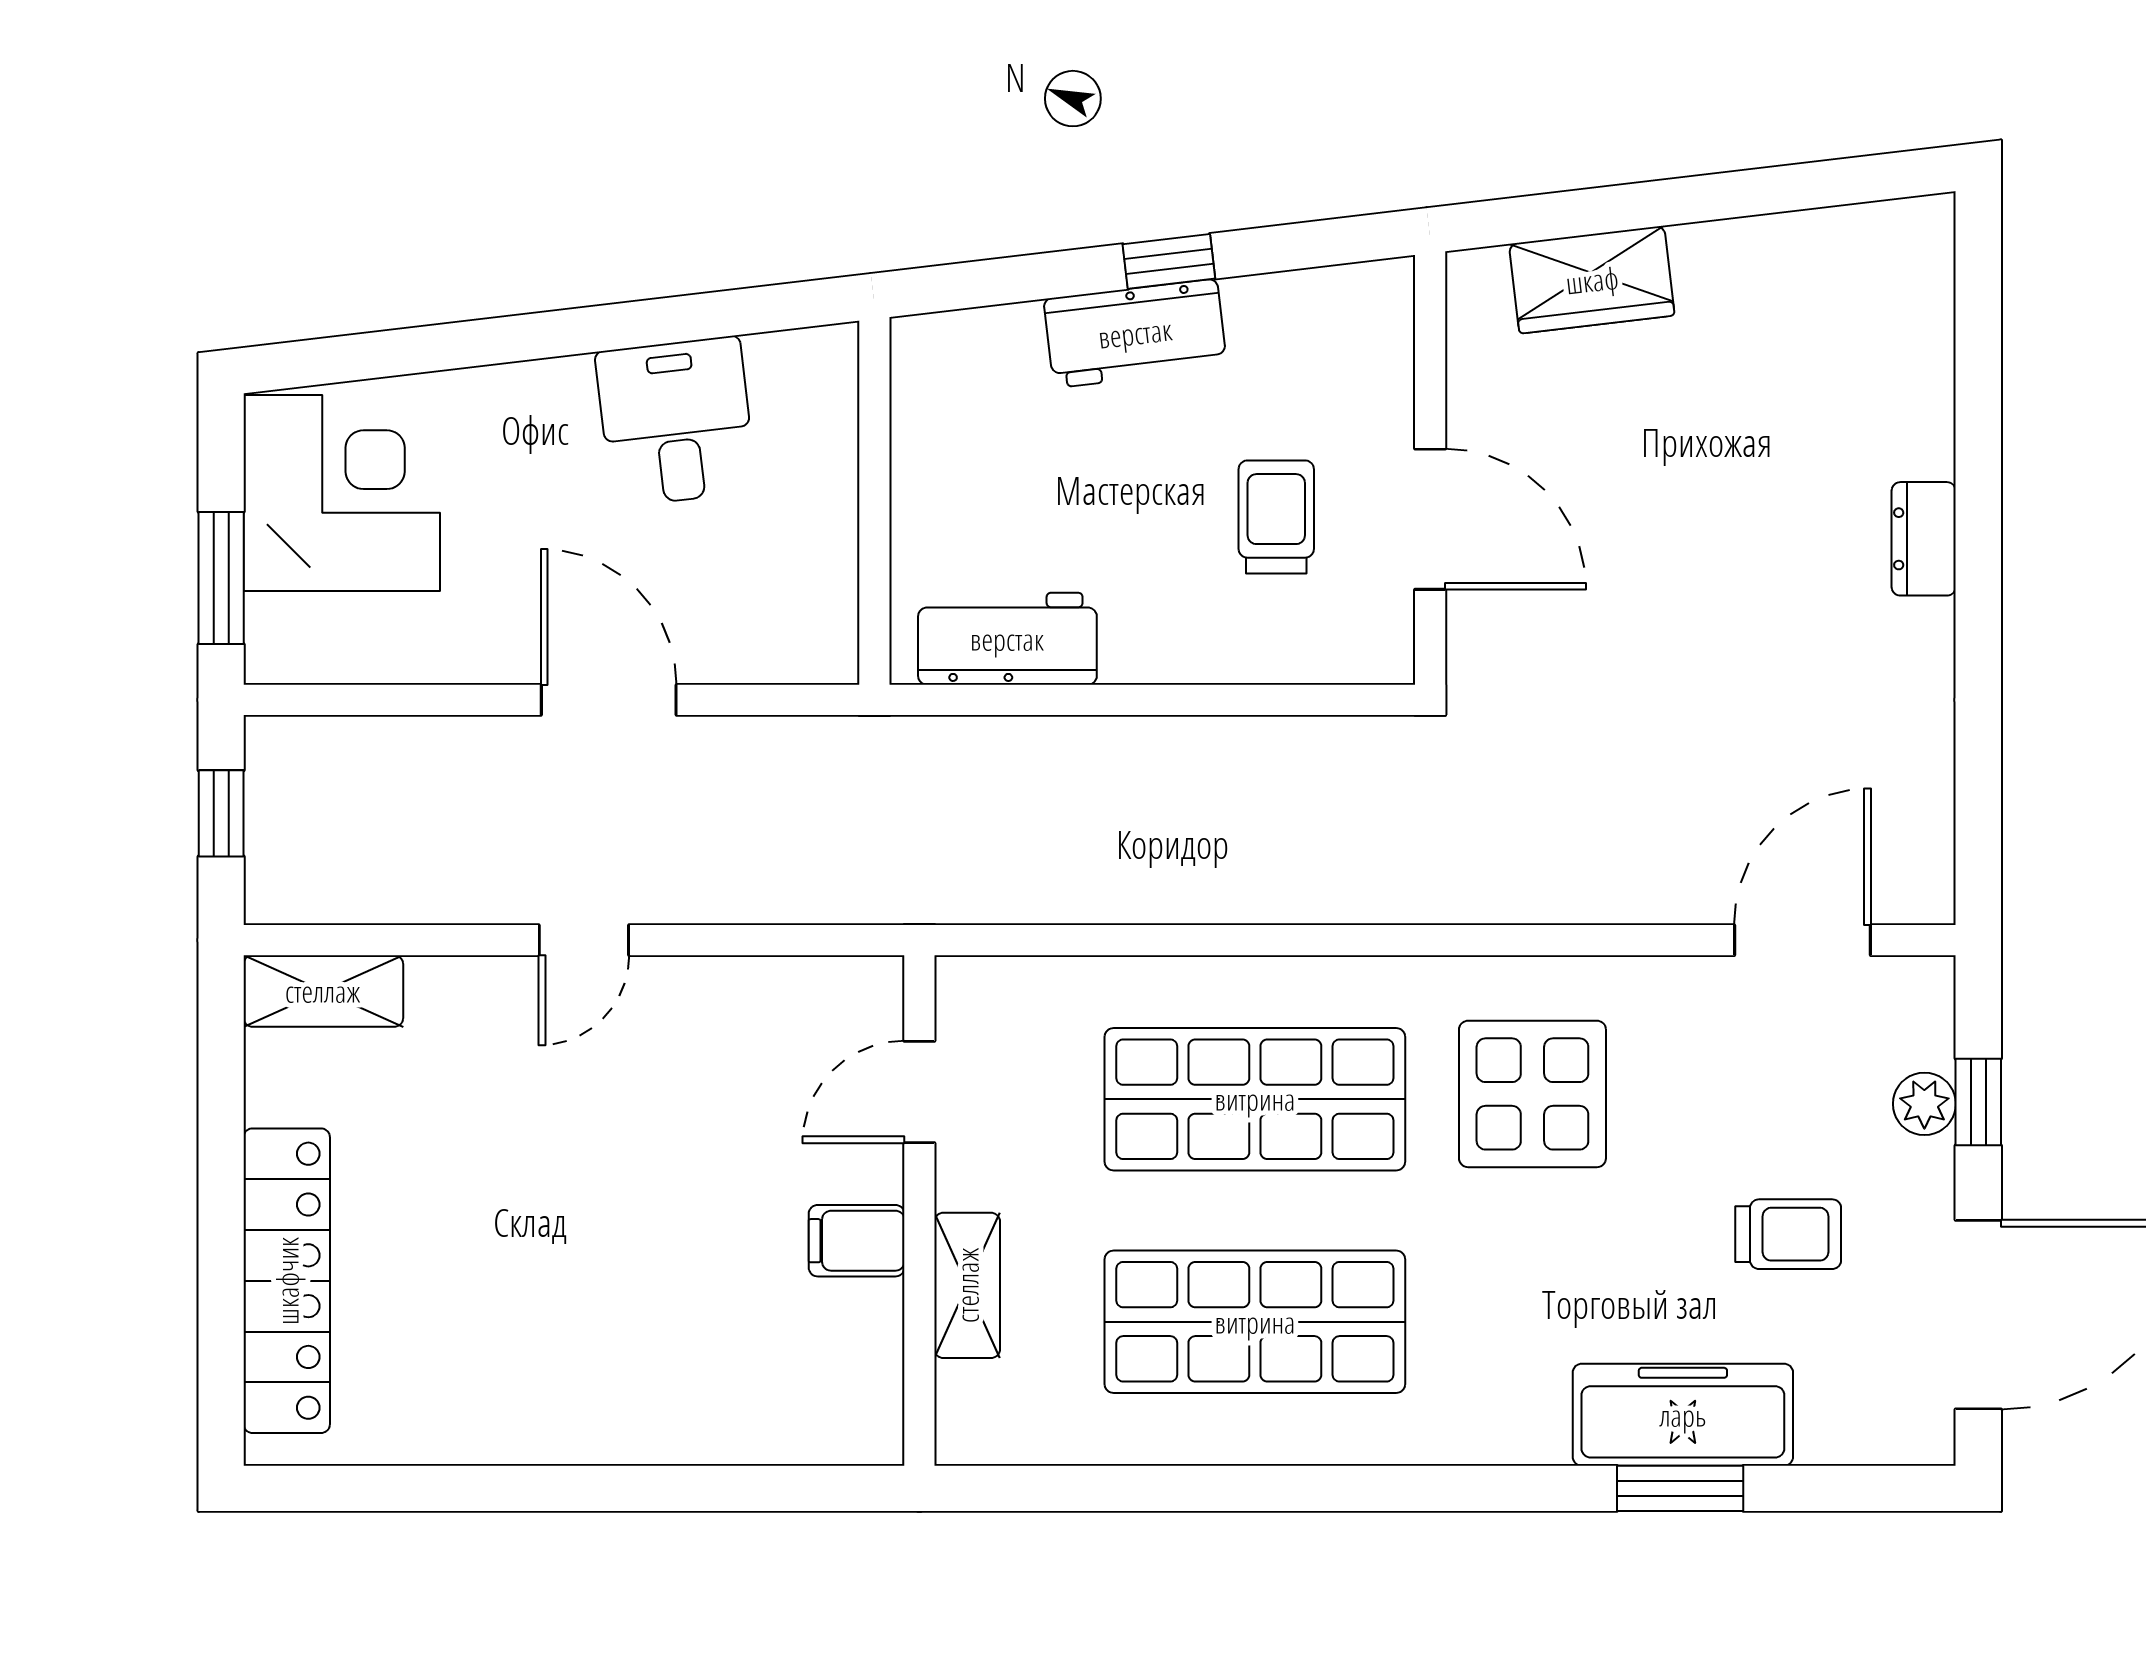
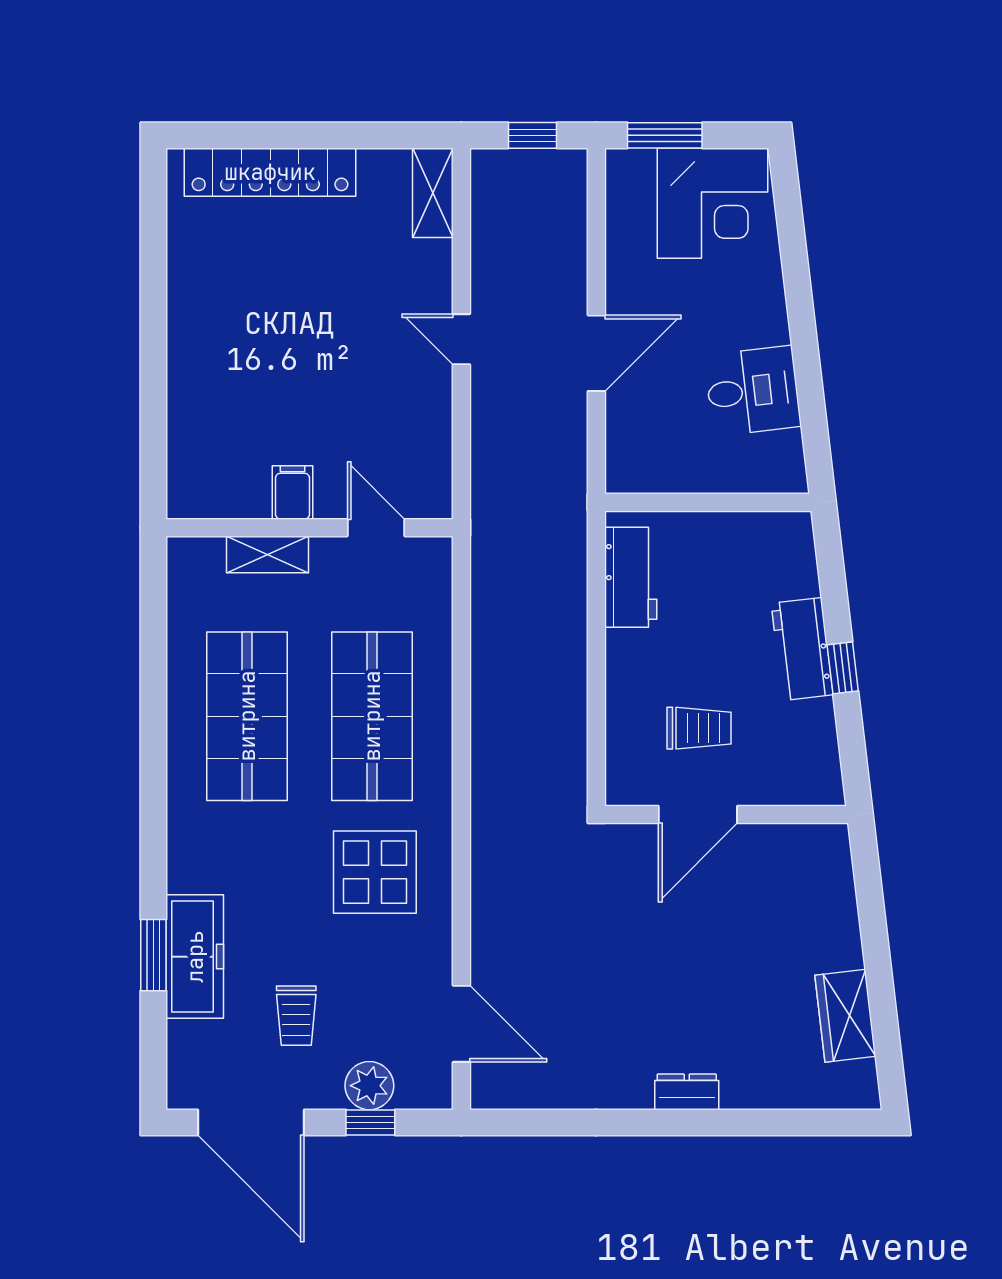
wardrobe: (1592, 280) -> (845, 1016), moved
plant: (1924, 1104) -> (369, 1086), width x1.38, depth x1.38

